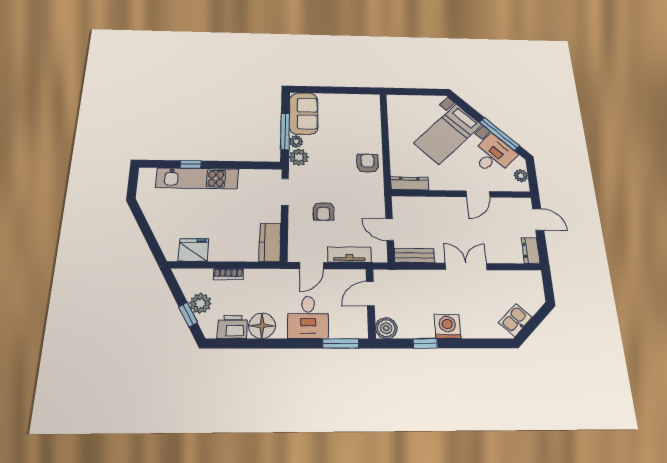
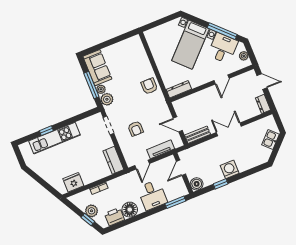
kitchen sink: (515, 320) -> (271, 139), moved

